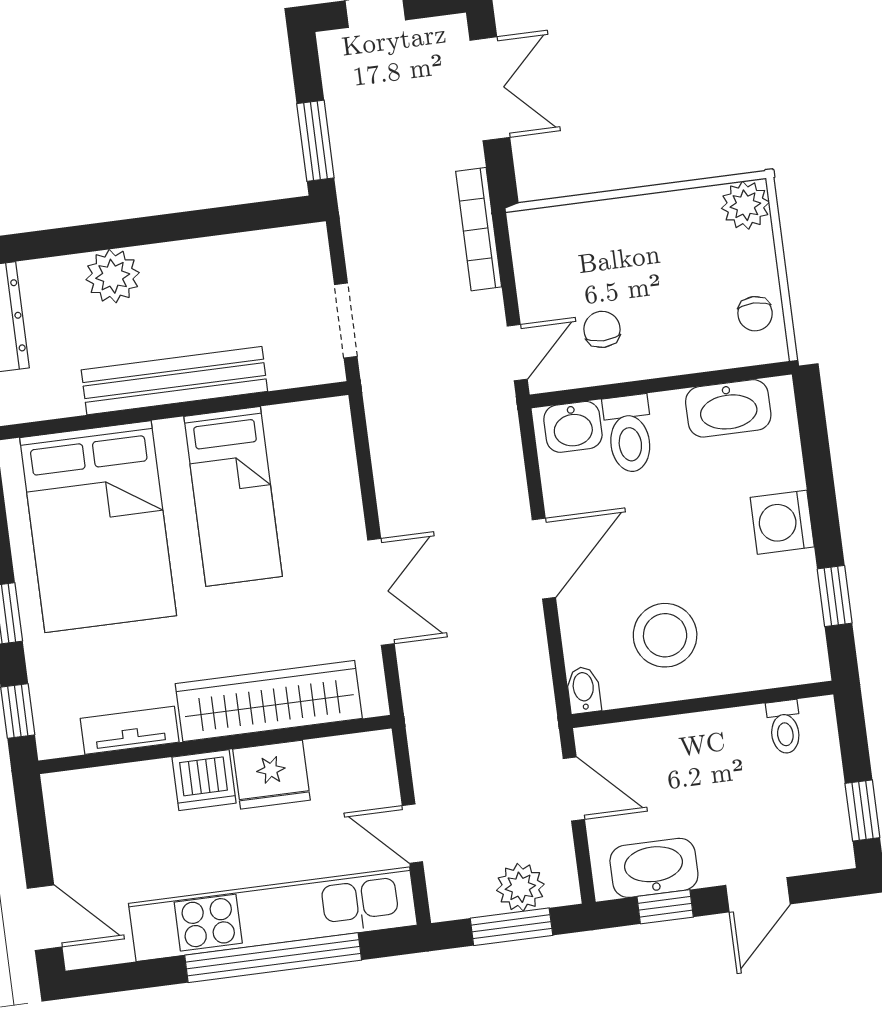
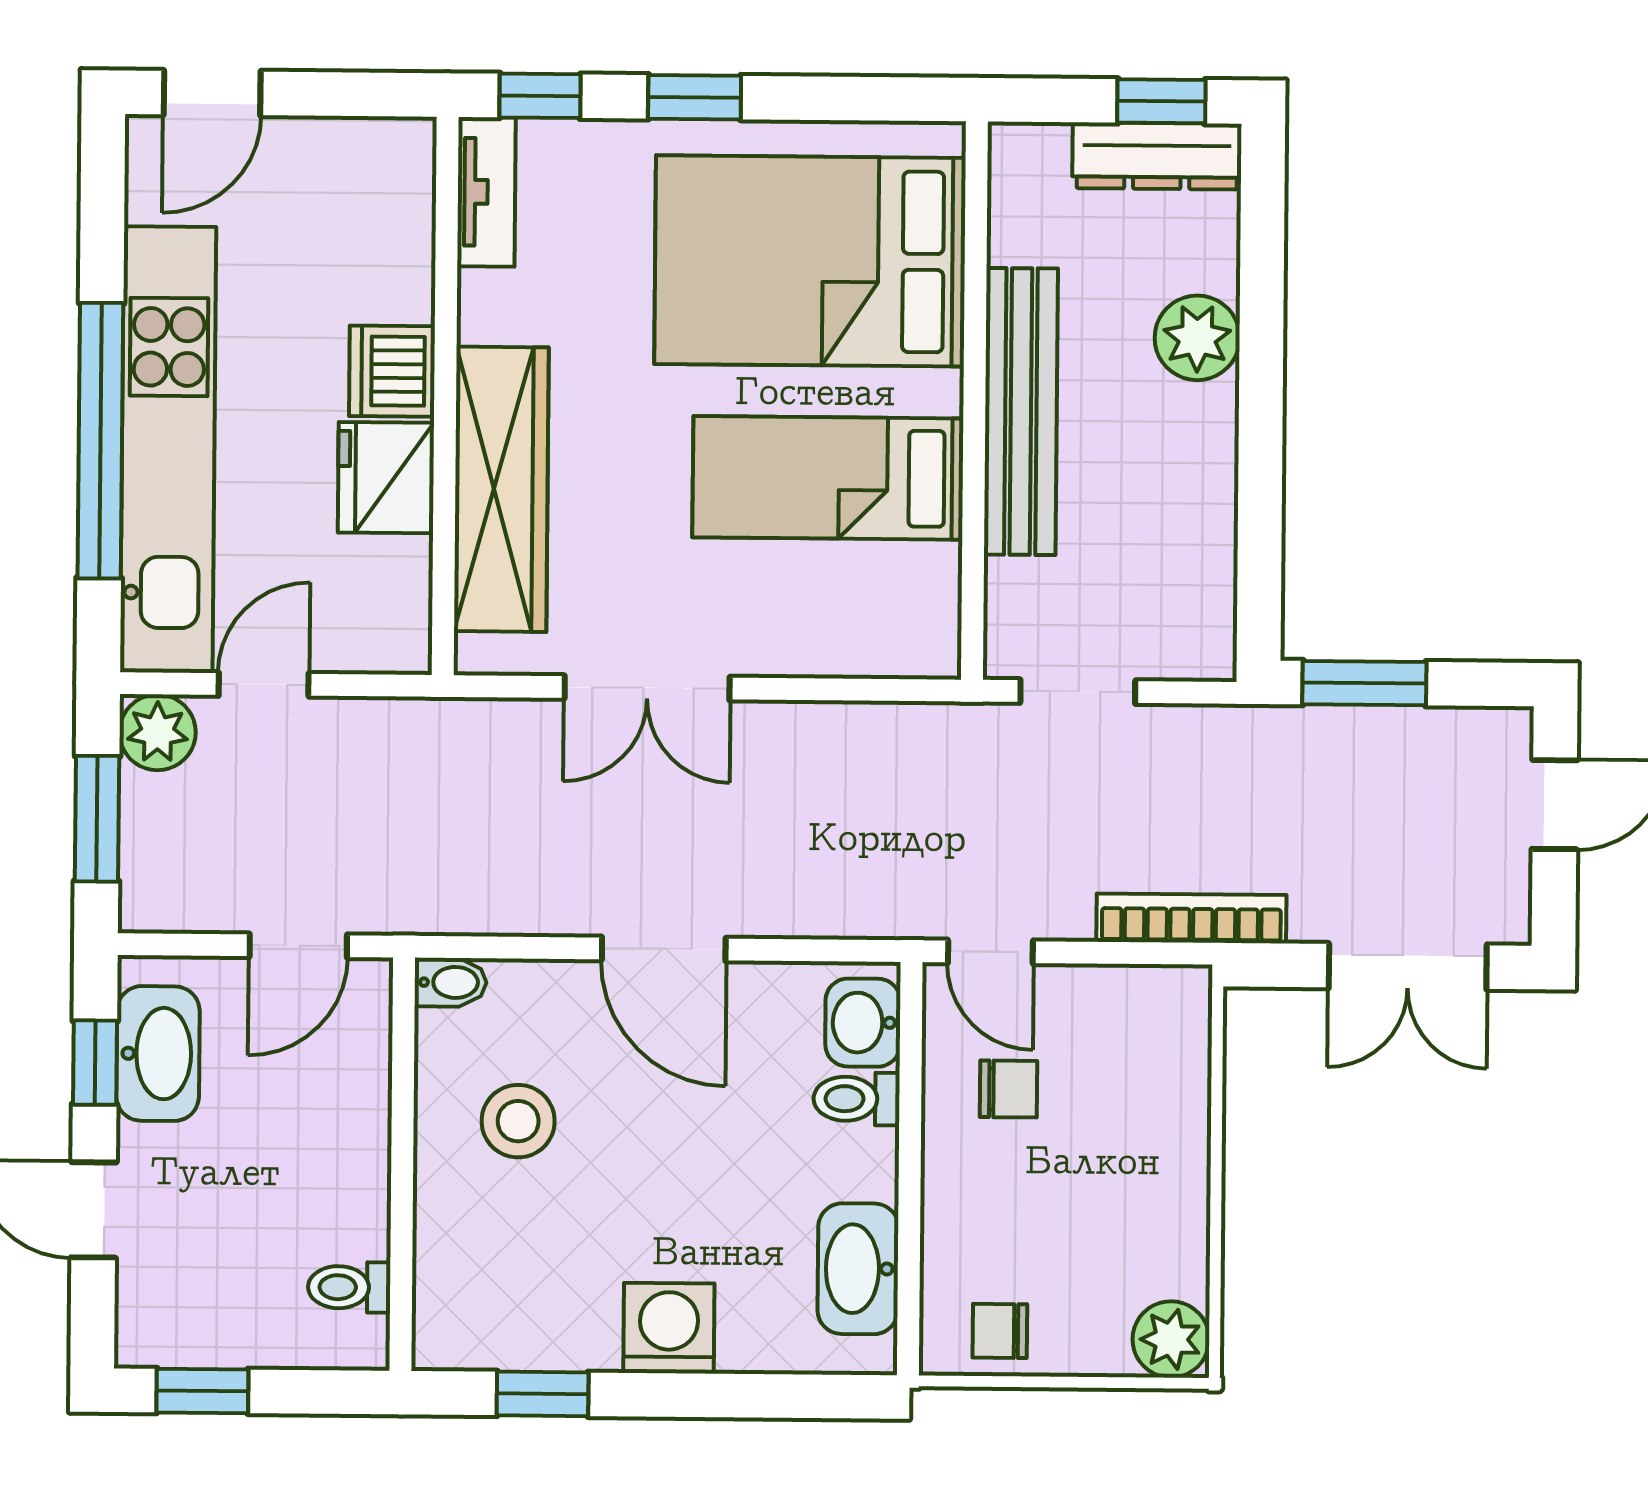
toilet: (629, 434) -> (857, 1099), width x0.73, depth x0.72
stool: (665, 635) -> (518, 1121), width x0.73, depth x0.73
tv unit: (130, 730) -> (486, 192), moved
plant: (520, 887) -> (158, 732), moved

